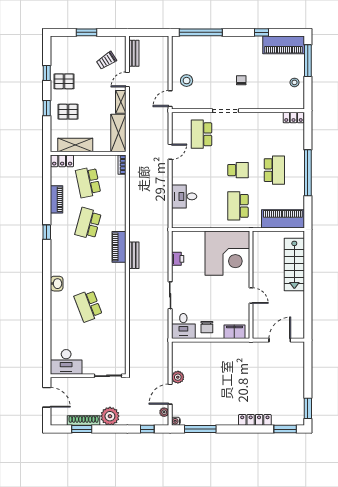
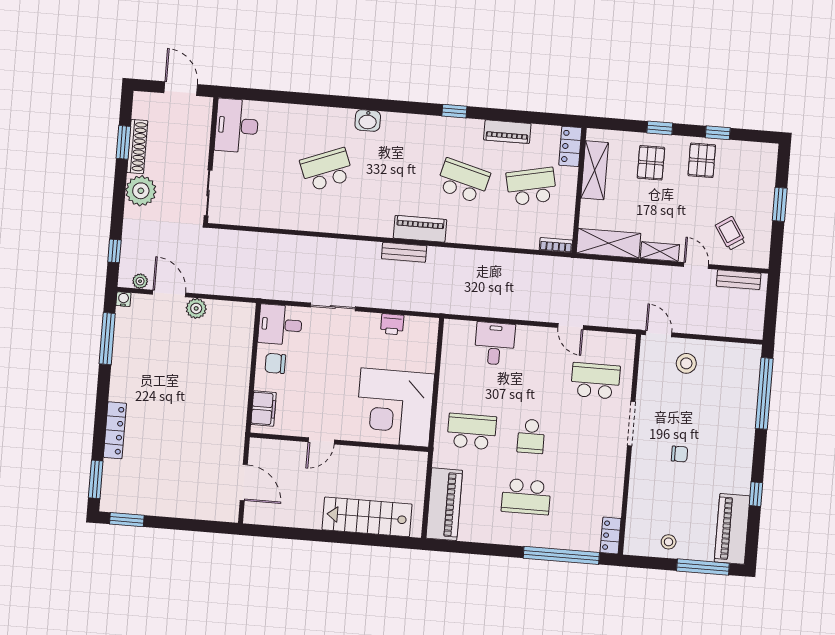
window: (308, 173) -> (561, 555), moved
door: (47, 397) -> (181, 89), swing flipped

